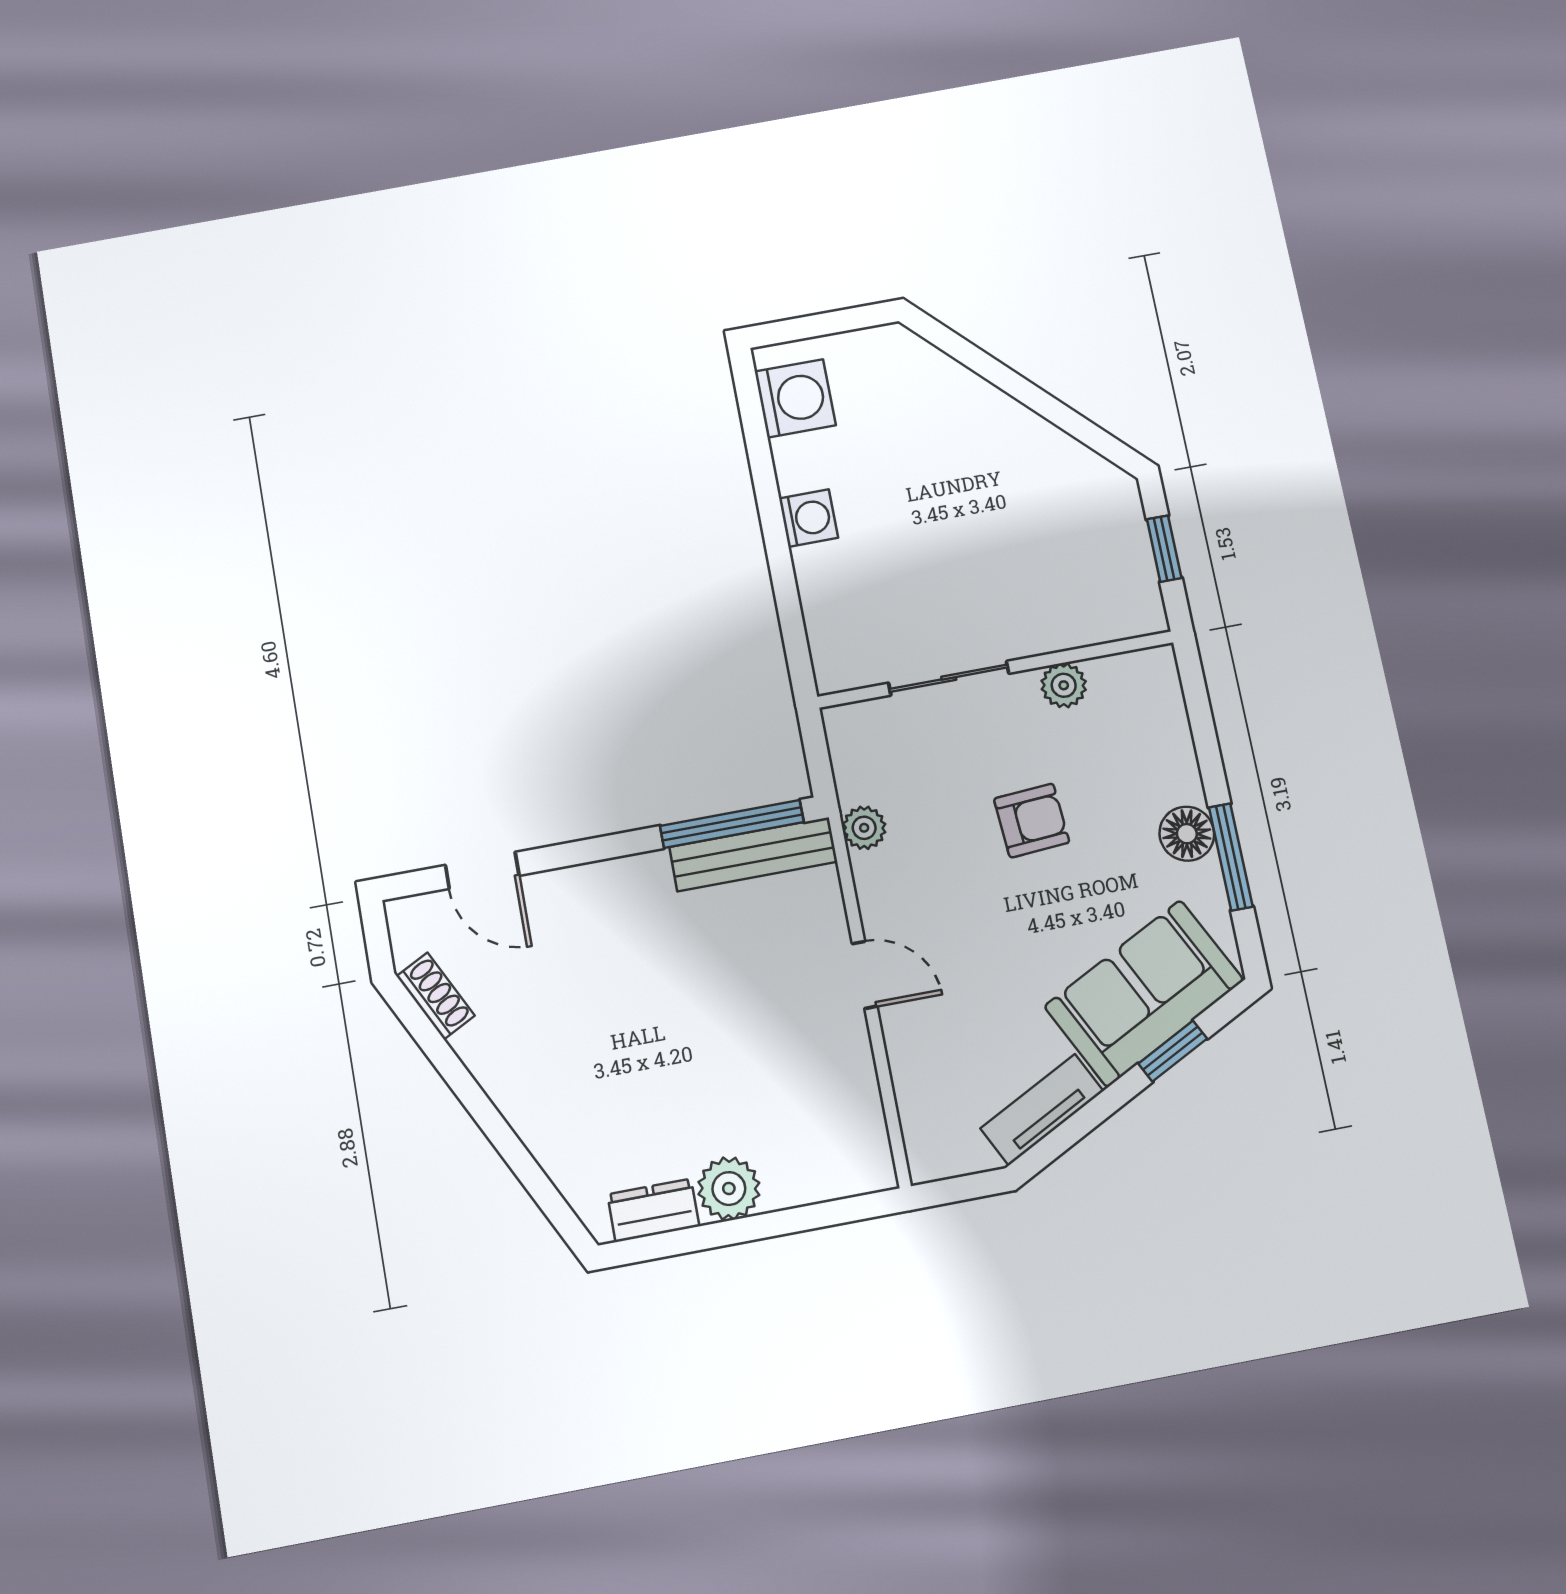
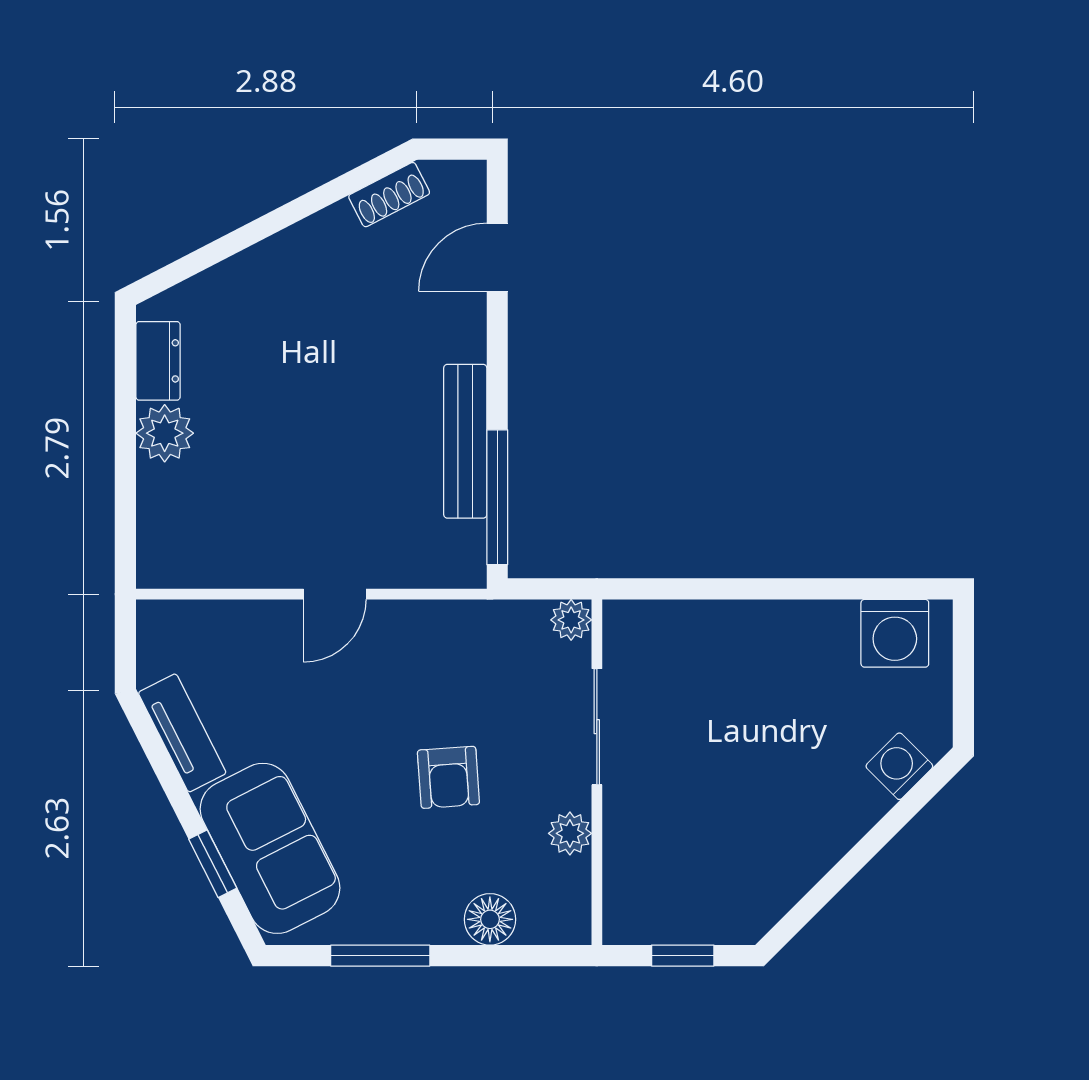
washing machine: (809, 518) -> (899, 766), moved, turned 135
plant: (864, 828) -> (571, 620), moved
floor lamp: (1187, 834) -> (490, 919), moved
bench: (753, 854) -> (465, 441), moved

